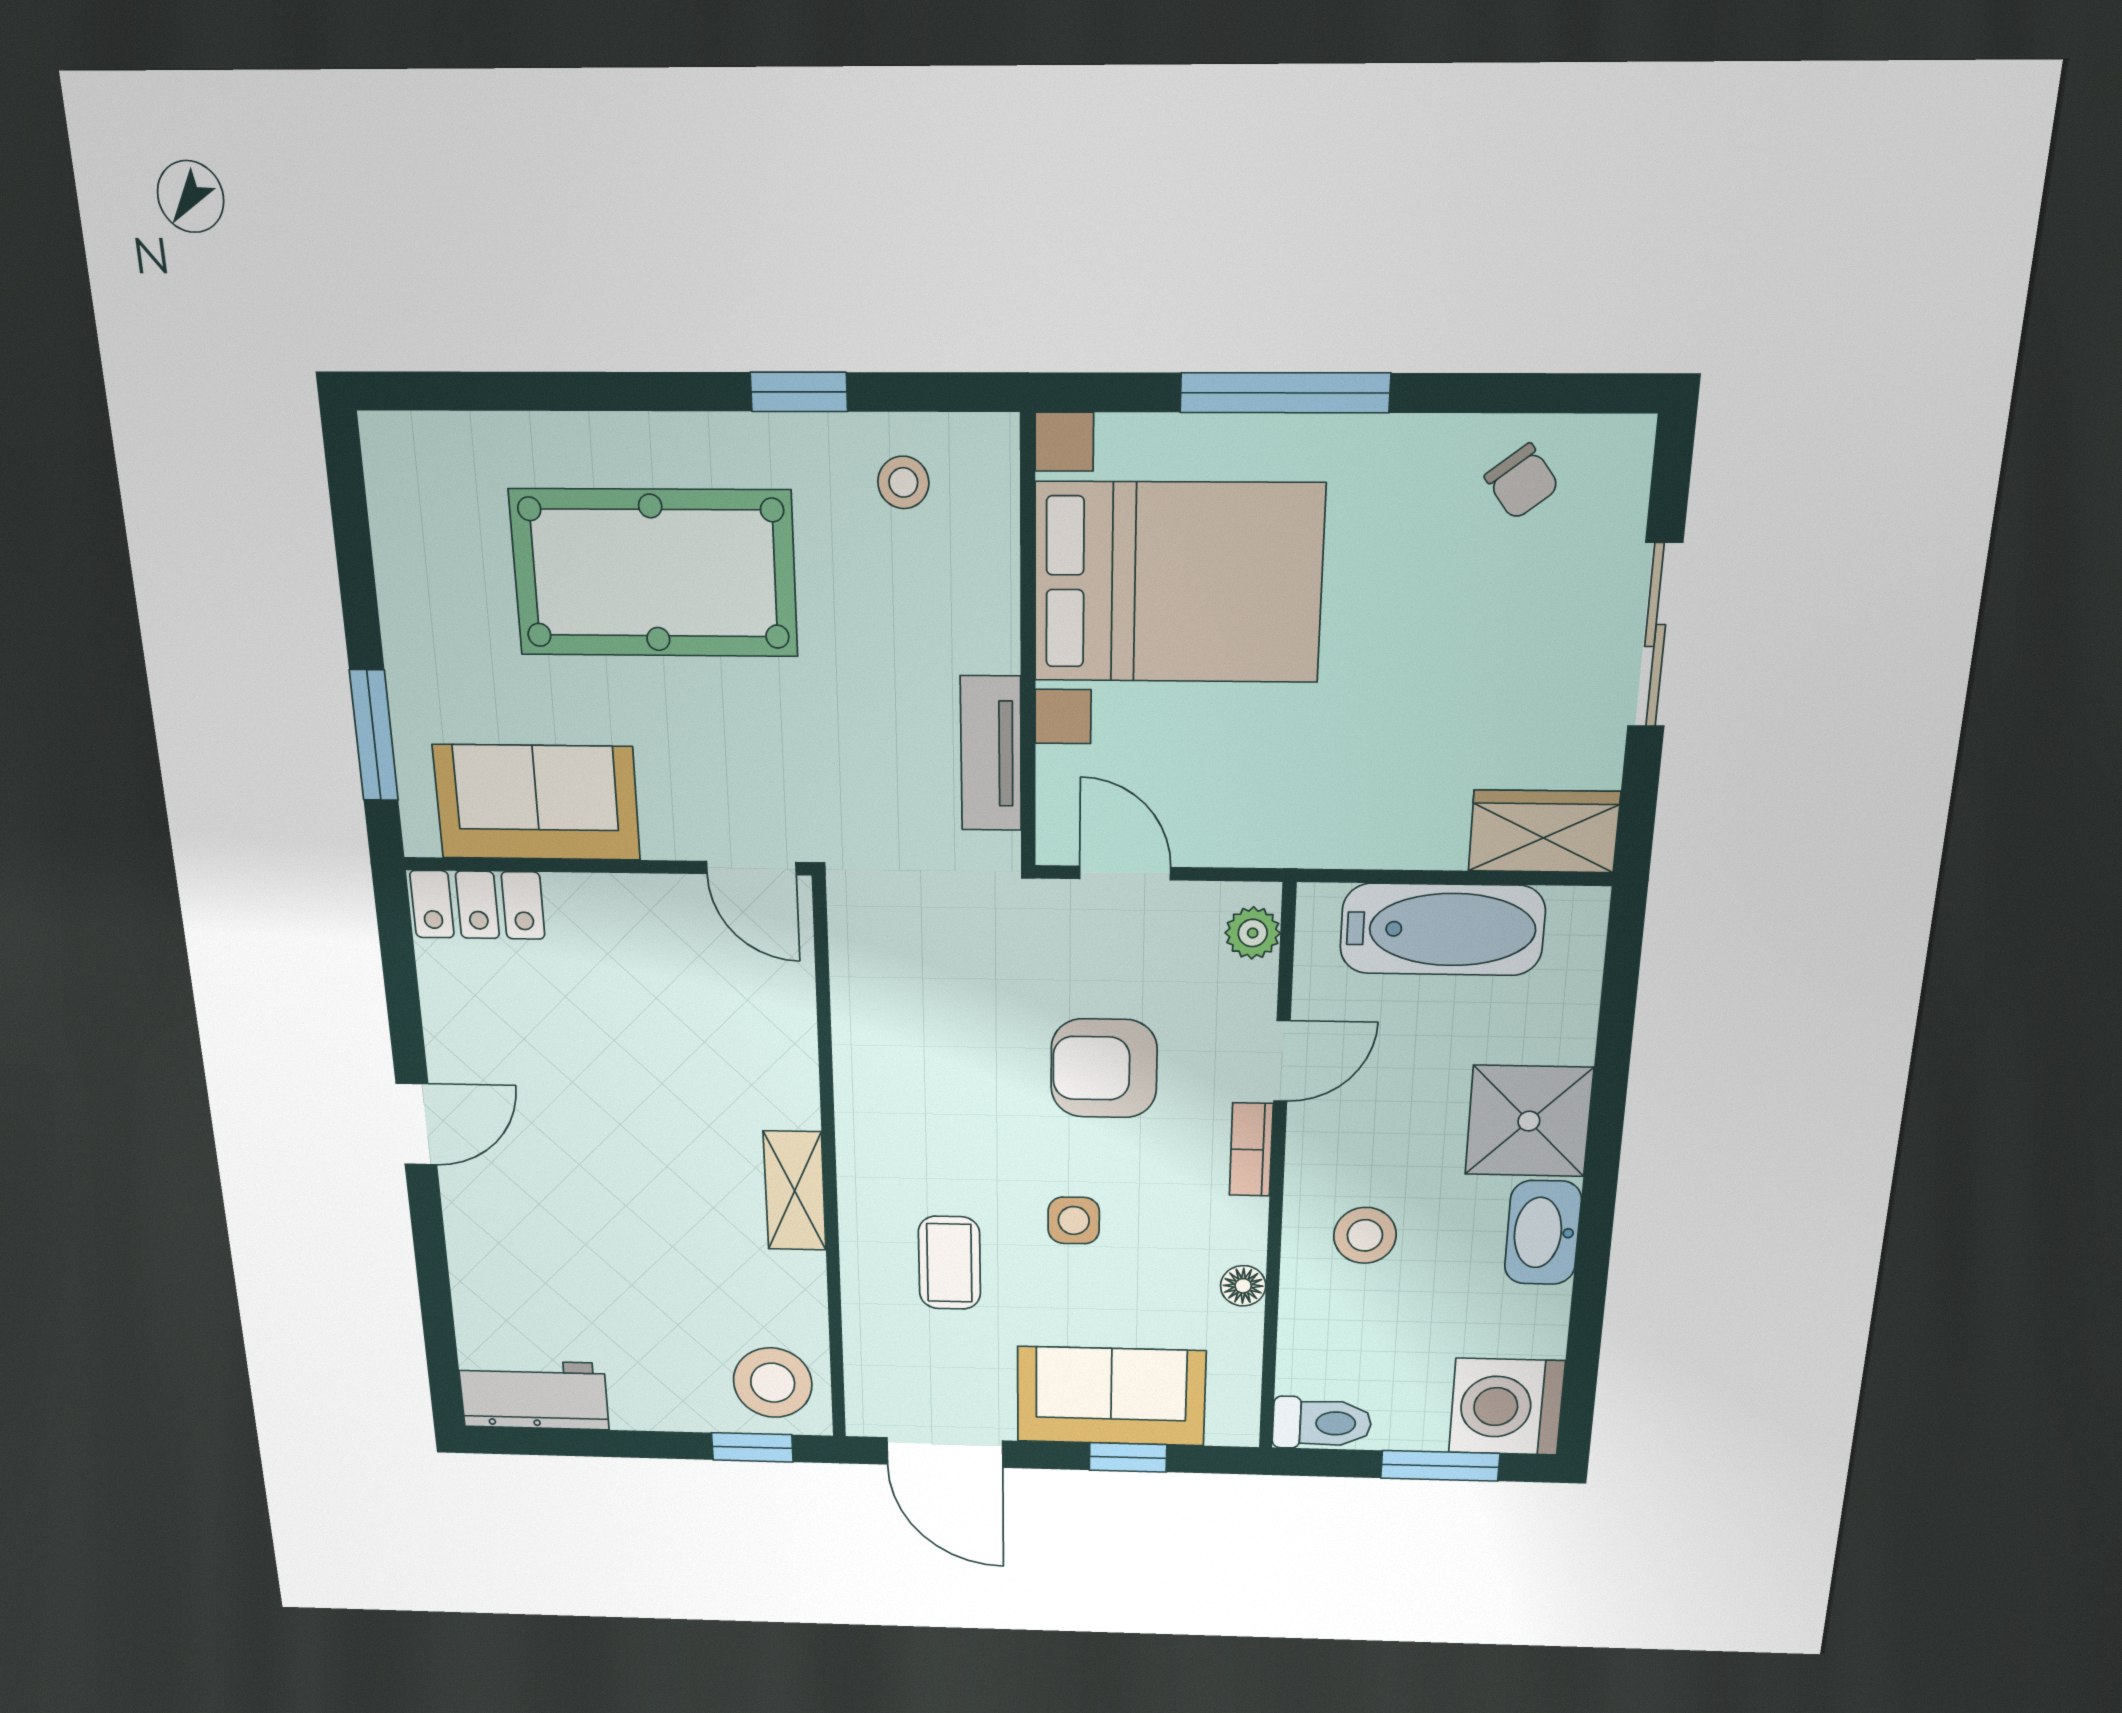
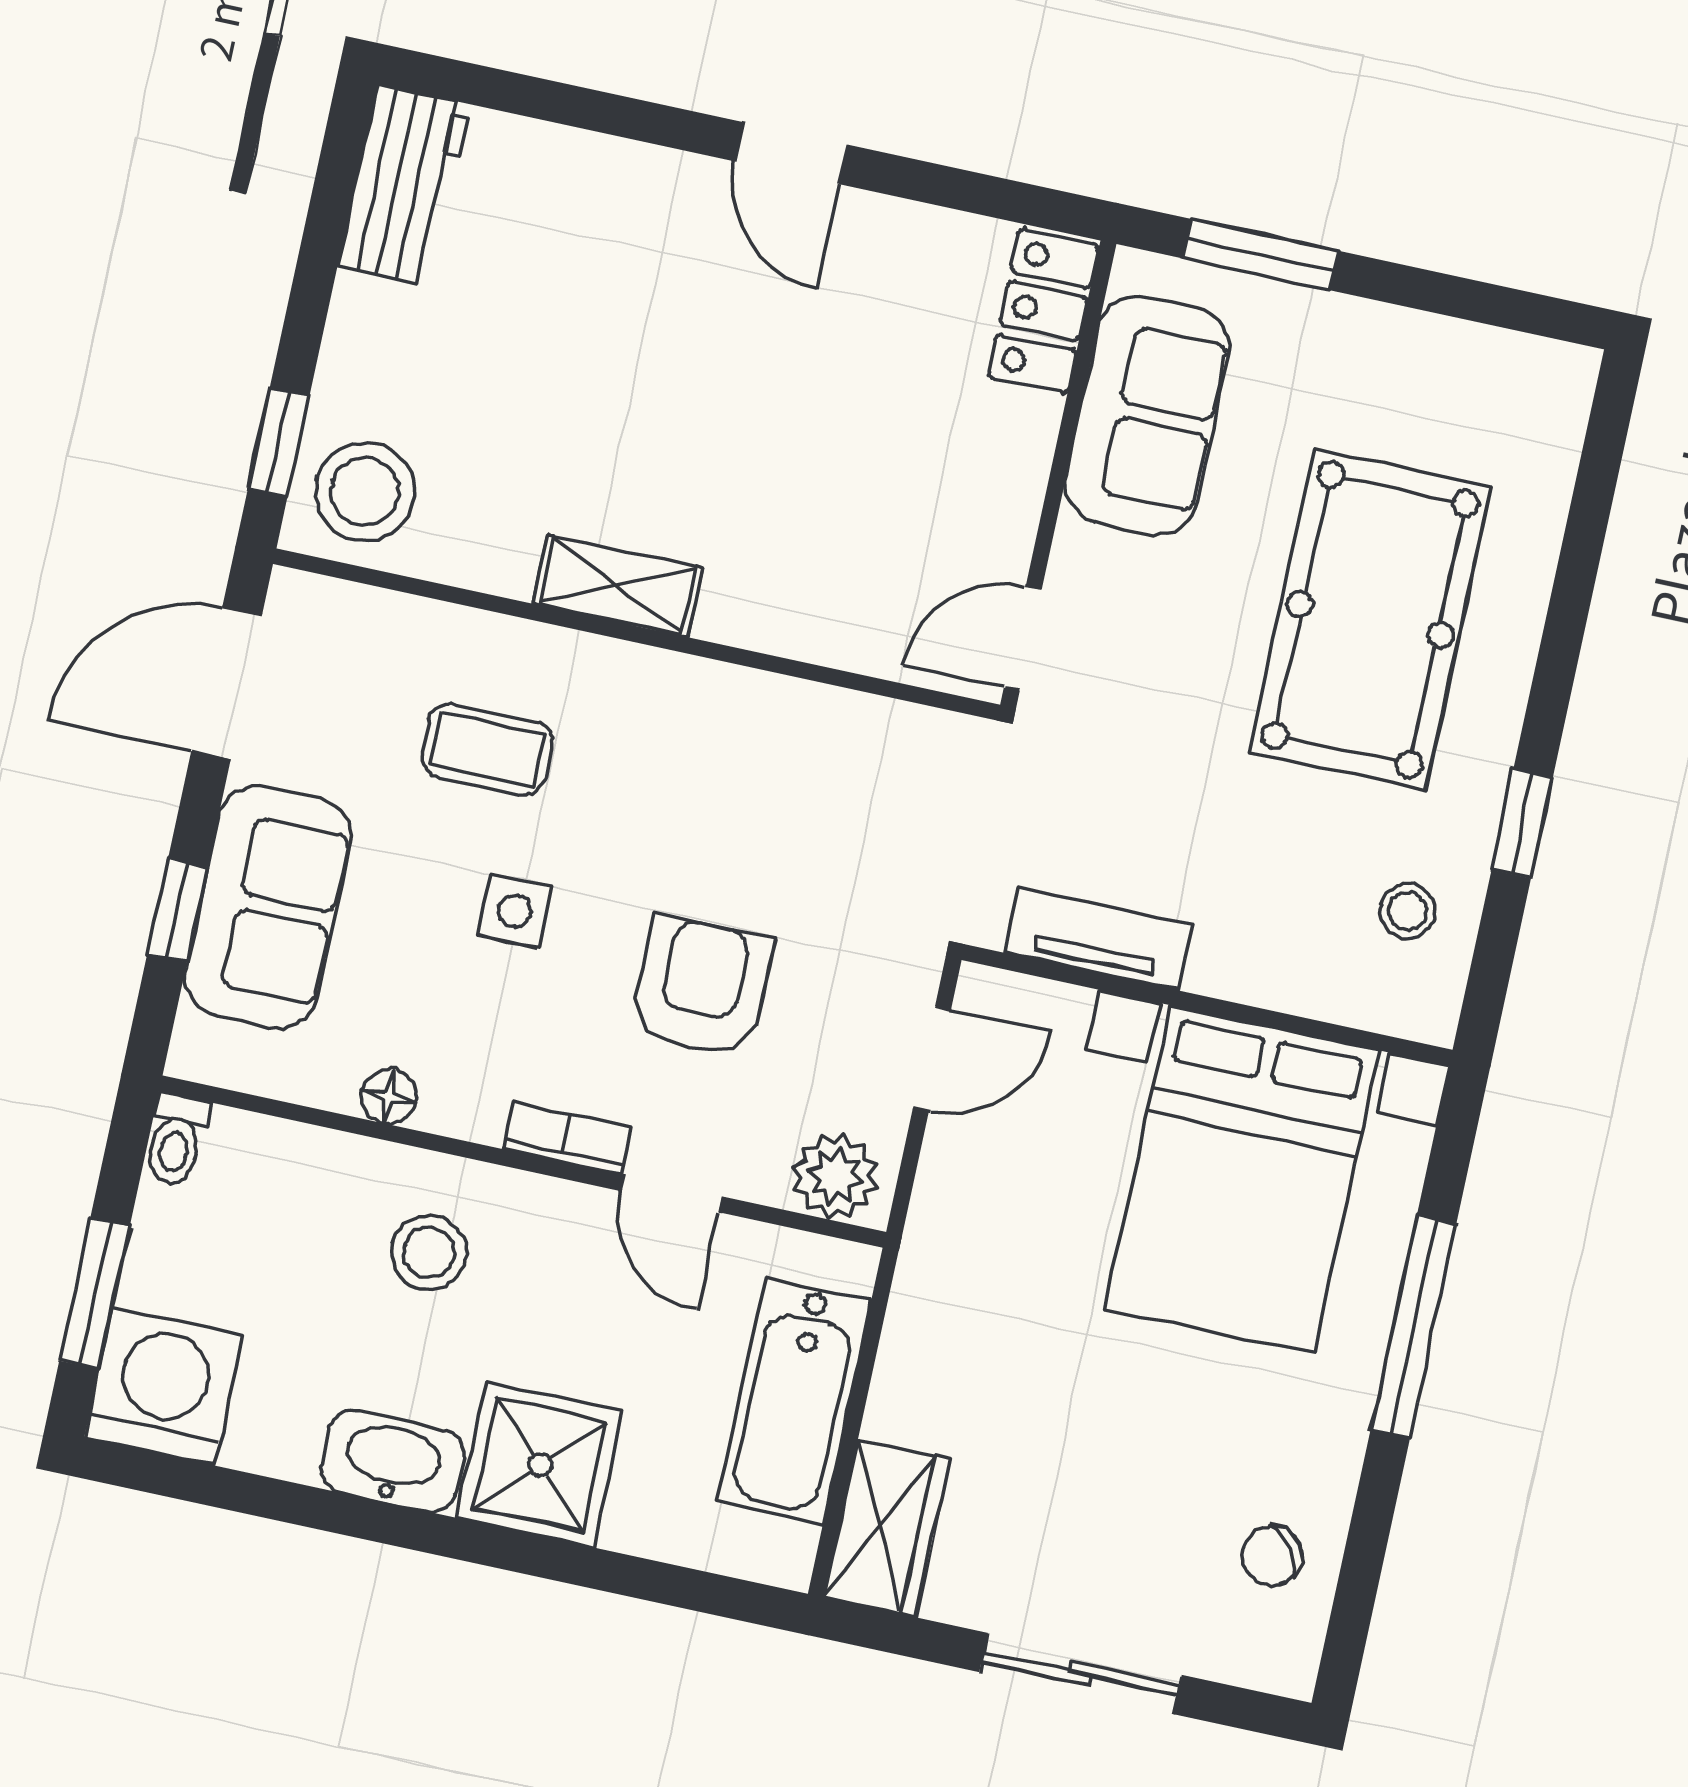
plant: (1253, 933) -> (835, 1176), width x1.38, depth x1.38
toilet: (1322, 1423) -> (176, 1140), width x0.73, depth x0.72

